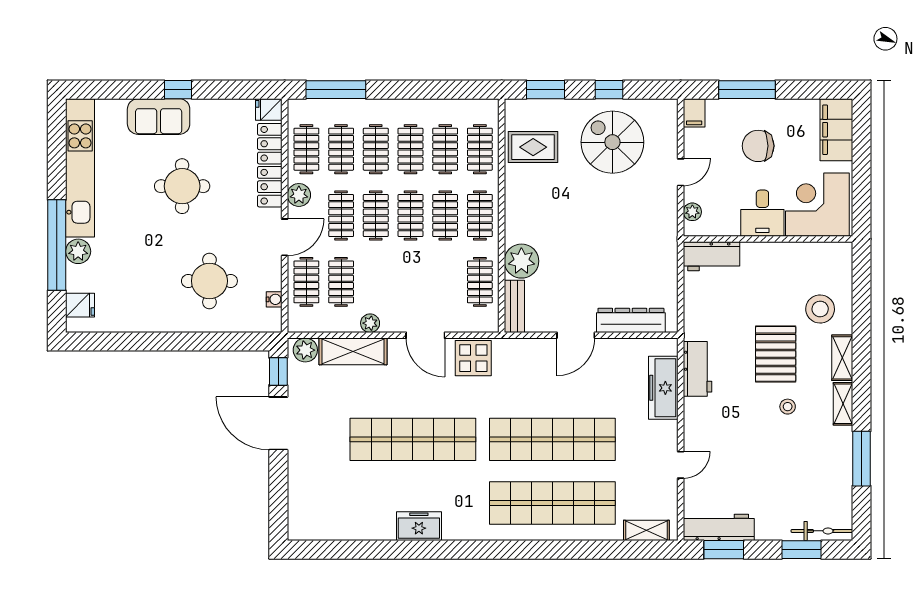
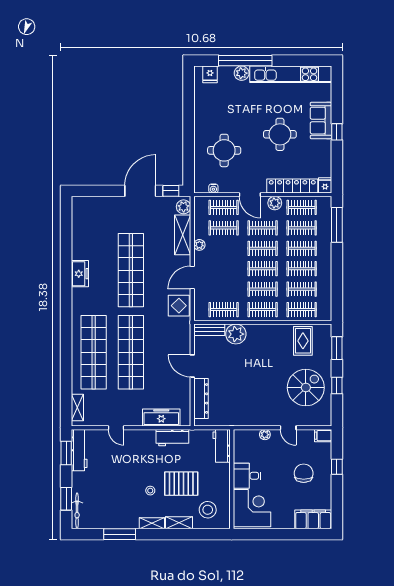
window: (747, 90) -> (337, 467), width x0.46
corner desk: (817, 205) -> (252, 508), moved
desk: (762, 213) -> (247, 476), moved
wall: (768, 239) -> (232, 479), moved
workbench: (712, 256) -> (222, 446), moved

